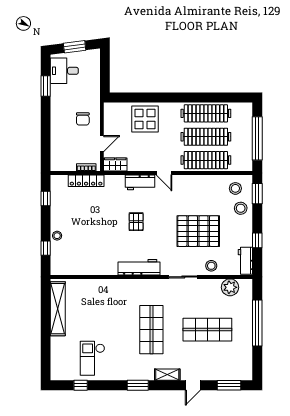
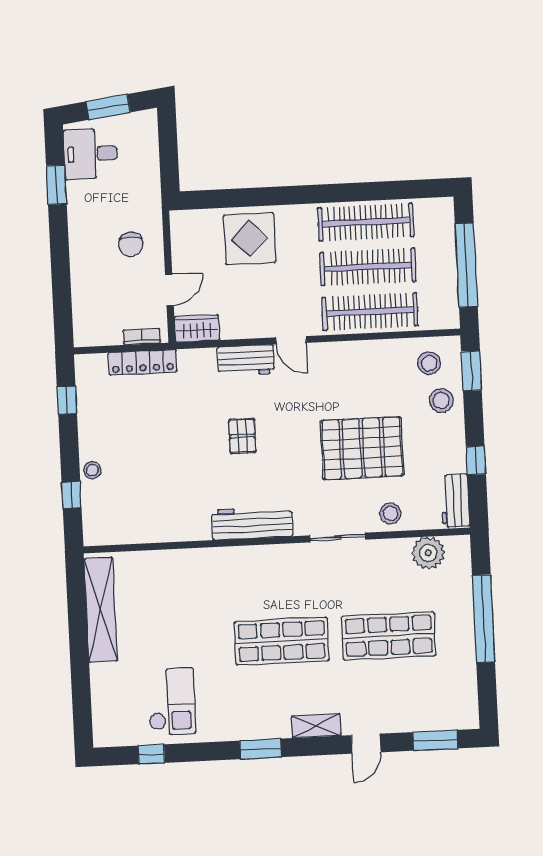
shop shelf: (151, 330) -> (282, 641), turned 90
checkout: (92, 358) -> (171, 701), turned 180

